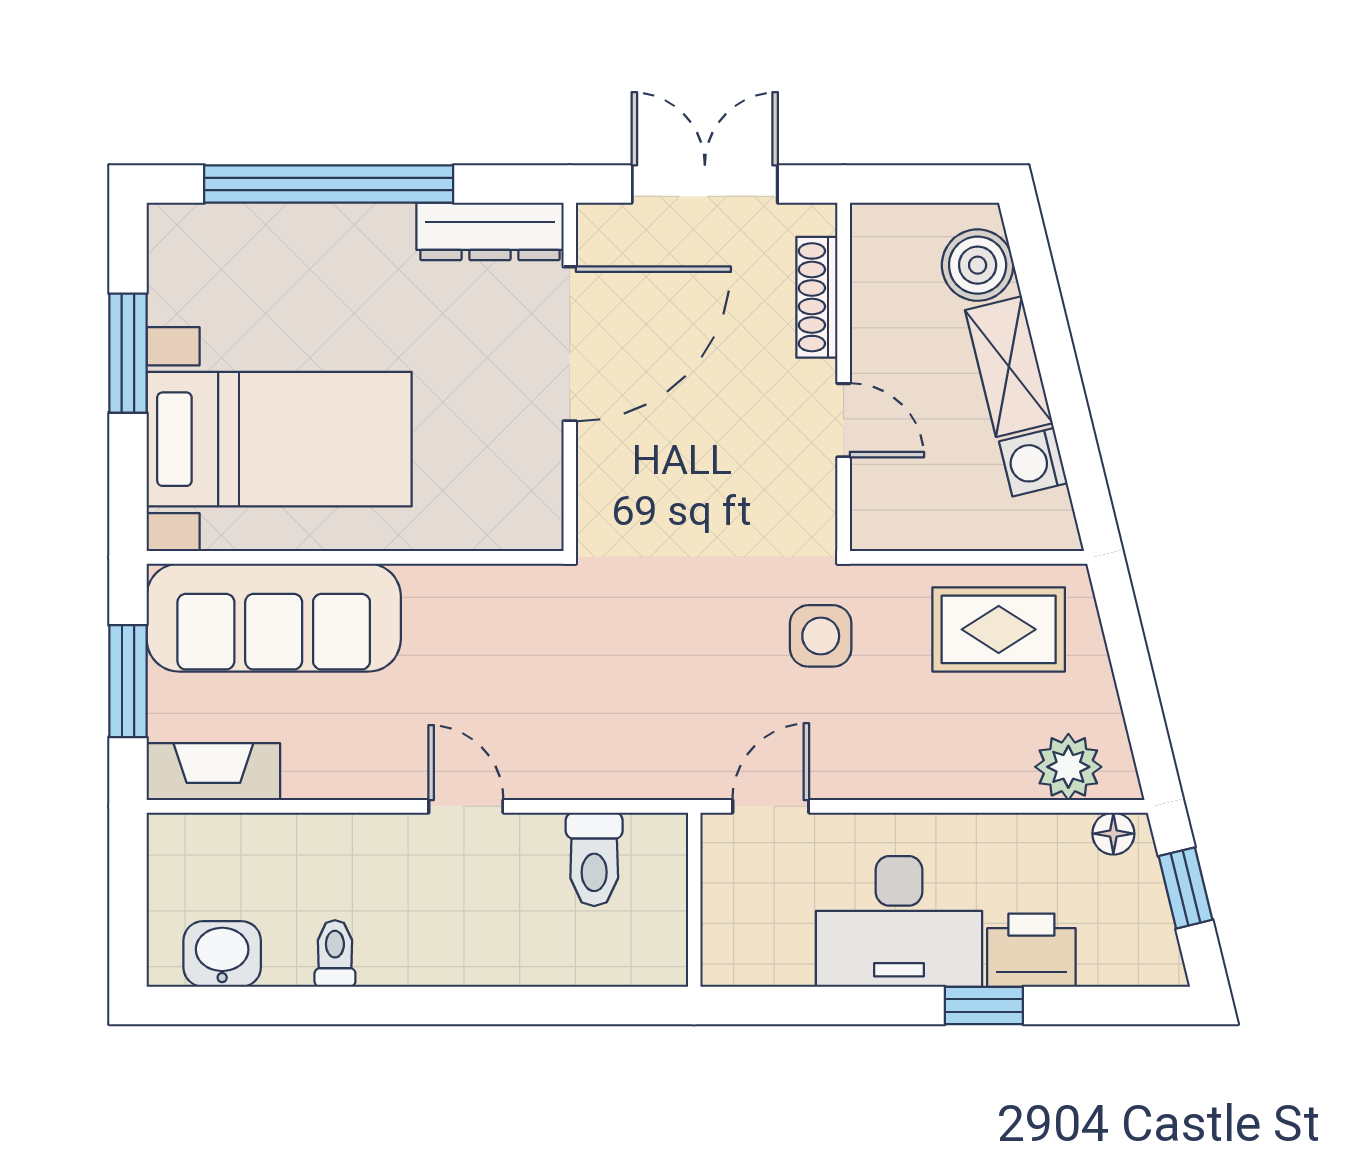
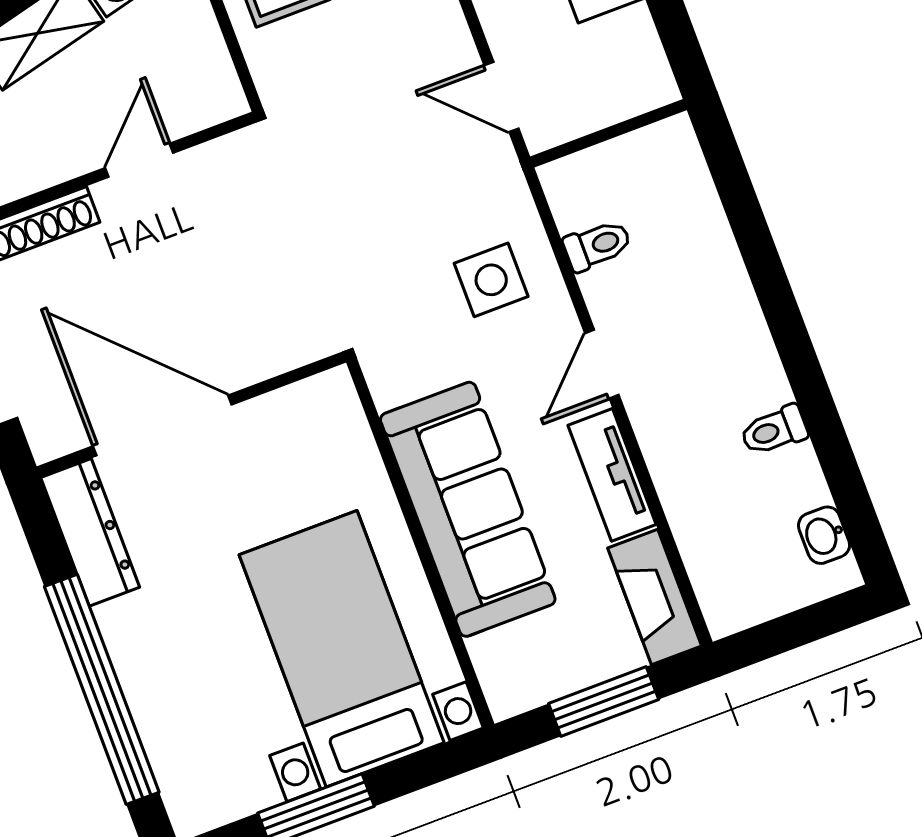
sofa: (274, 618) -> (468, 509), moved
side table: (821, 636) -> (491, 280), moved
tv unit: (351, 775) -> (612, 475), added
toilet: (594, 859) -> (597, 245), width x0.73, depth x0.72
washbasin: (222, 954) -> (824, 535), width x0.72, depth x0.69

